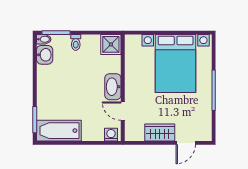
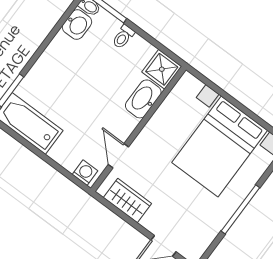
washbasin: (113, 87) -> (143, 99), moved
wardrobe: (160, 133) -> (127, 201), moved

